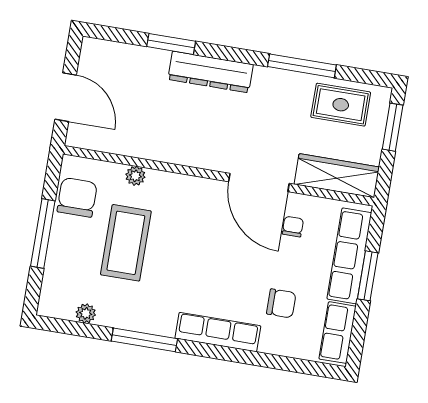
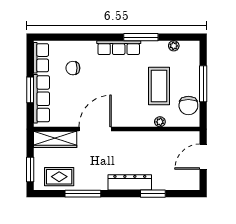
door: (66, 97) -> (203, 157), hinge flipped
door: (259, 183) -> (95, 129), hinge flipped
chair: (293, 227) -> (73, 109), removed
row of seats: (218, 332) -> (119, 48), moved

